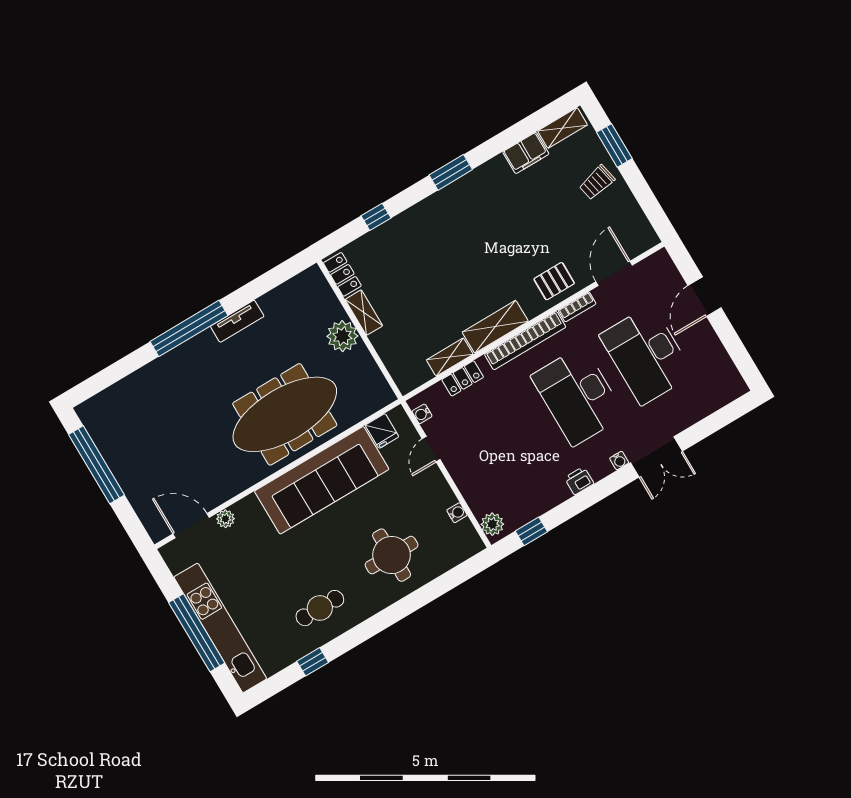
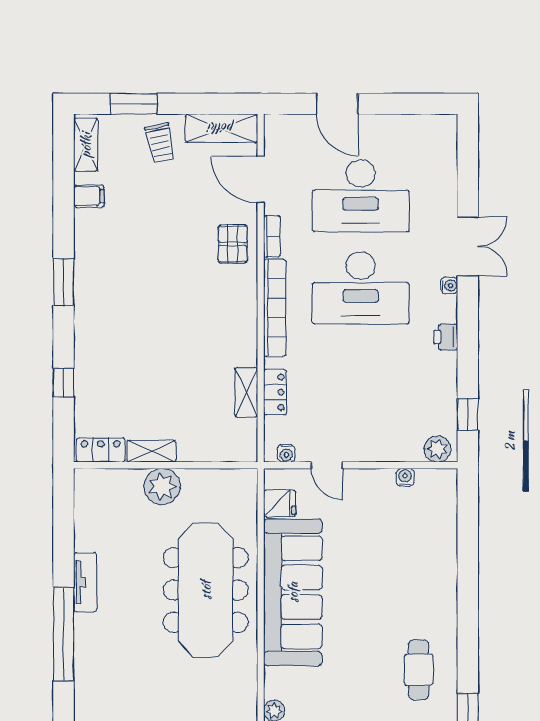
filing cabinet: (526, 153) -> (89, 196), width x0.50
shelving: (495, 327) -> (221, 128), moved, turned 90
round table: (392, 555) -> (408, 567), removed

